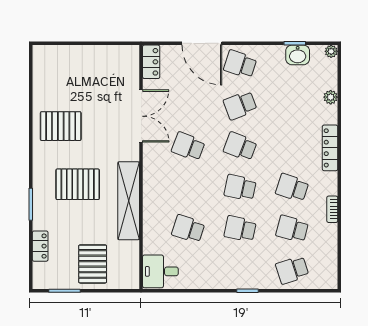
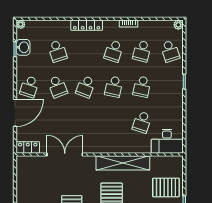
plant: (331, 97) -> (178, 25), moved
school desk: (188, 146) -> (57, 51), moved, turned -39
desk: (160, 271) -> (167, 141), width x1.37

